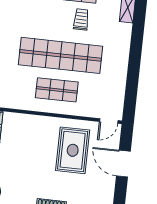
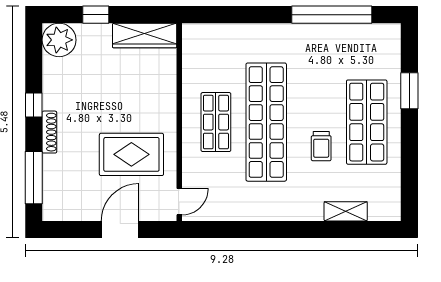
trolley: (81, 19) -> (321, 146), turned 90
door: (109, 121) -> (179, 202), swing flipped

